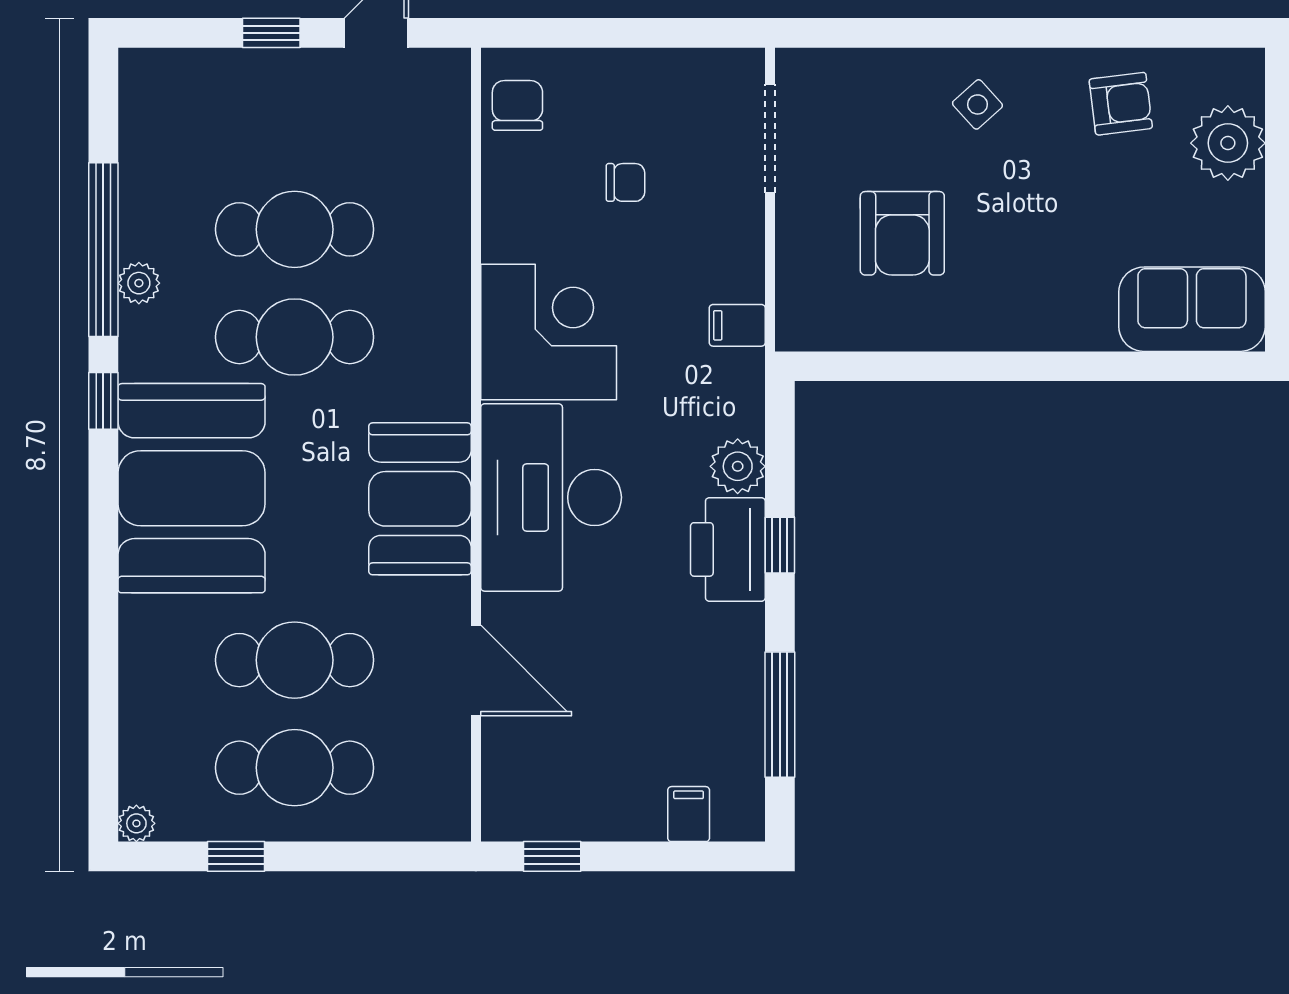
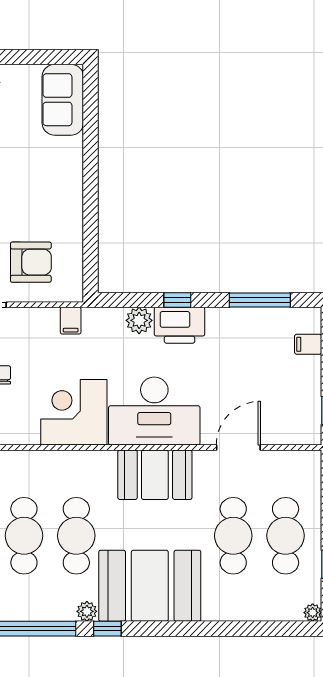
armchair: (902, 233) -> (31, 262), moved
plant: (139, 283) -> (87, 611), moved

